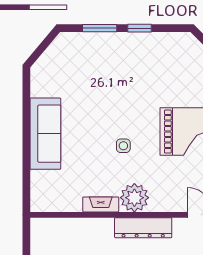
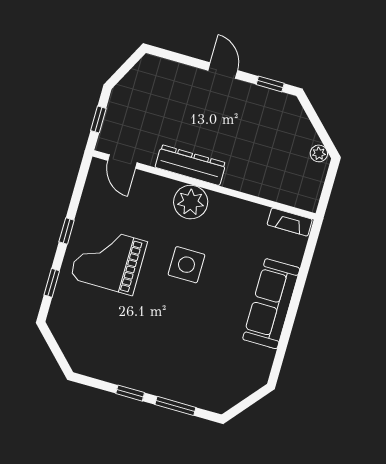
side table: (123, 146) -> (186, 265), width x1.87, depth x1.87
fireplace: (101, 204) -> (290, 222), moved

